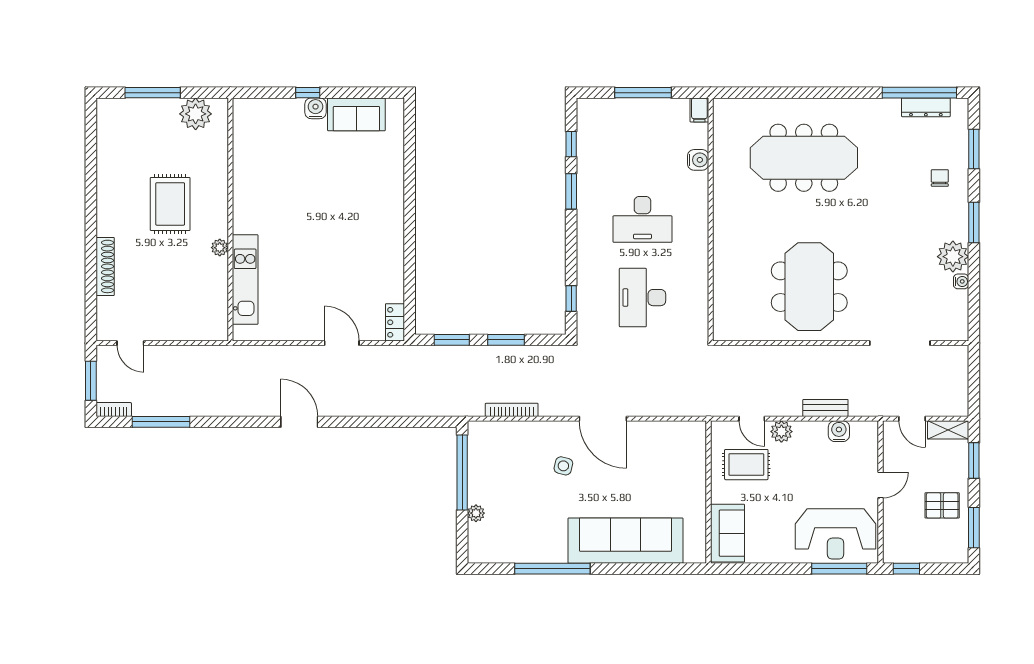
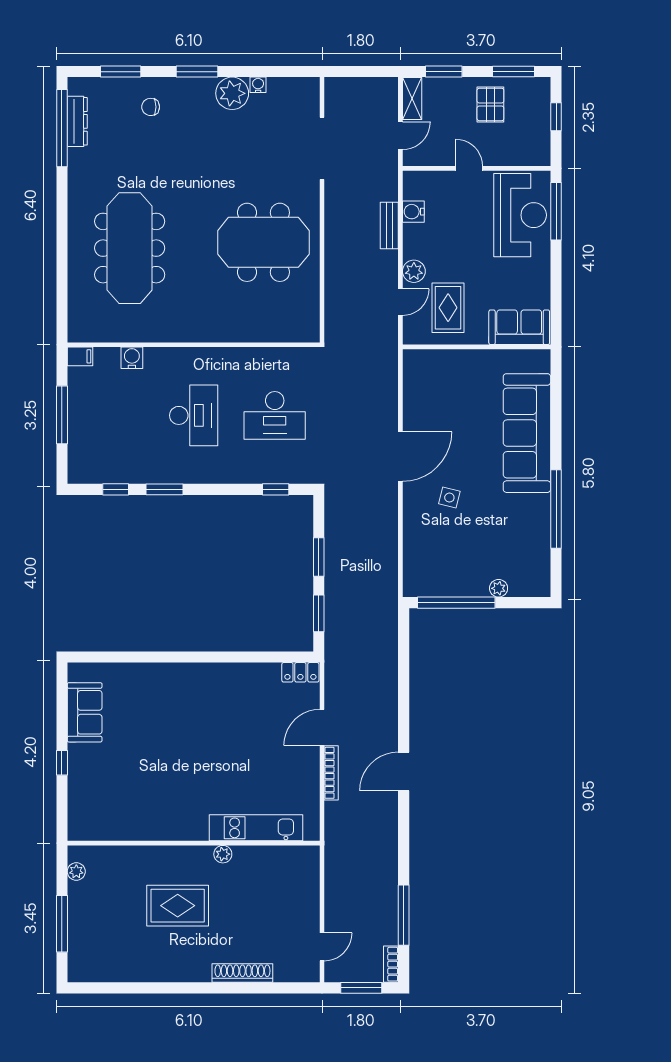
water cooler: (316, 108) -> (78, 755), removed
plant: (196, 114) -> (76, 871), width x0.53, depth x0.53
bookcase: (512, 410) -> (331, 773), moved, turned 180
window: (906, 569) -> (556, 117), moved

